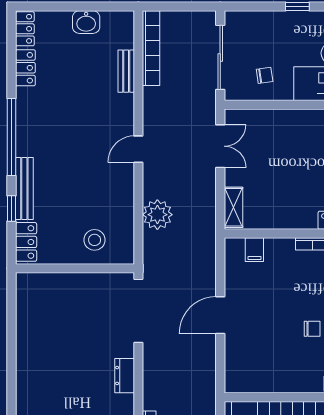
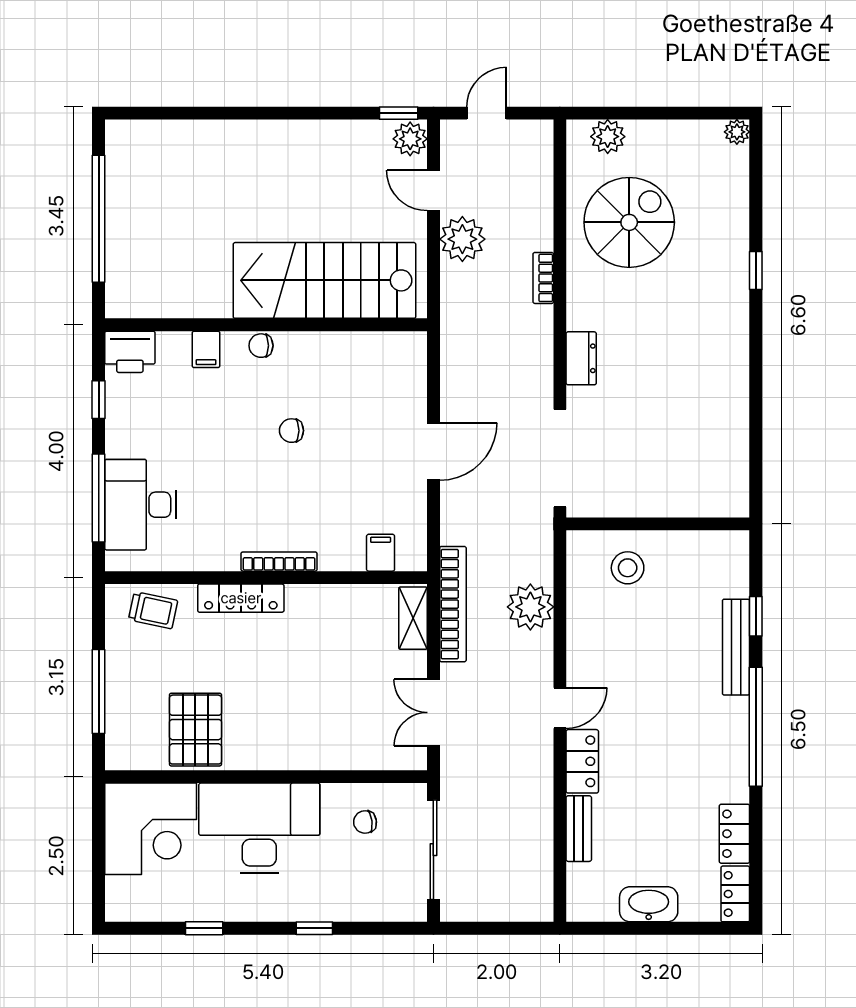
washbasin: (86, 22) -> (649, 904), width x1.38
bookcase: (151, 48) -> (453, 604), moved, turned 180
locker: (26, 242) -> (582, 761), moved, turned 180

